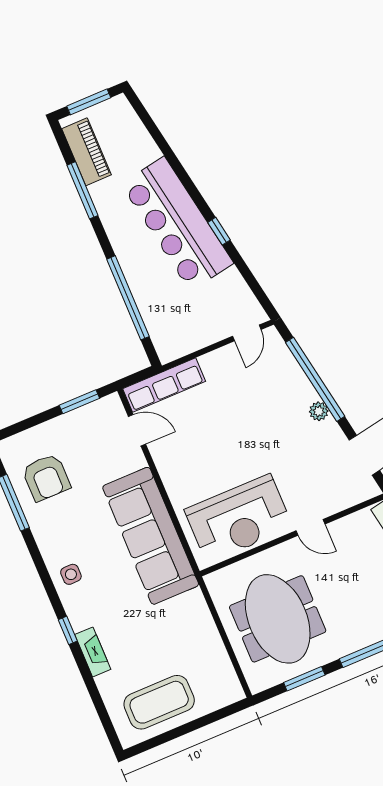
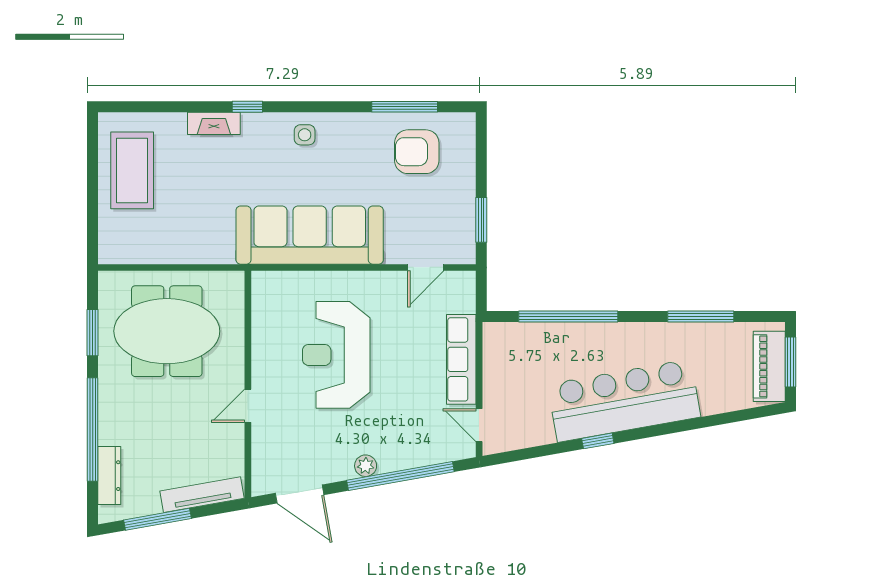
piano: (86, 152) -> (769, 366), moved, turned 90
row of seats: (164, 385) -> (461, 359), moved
reception desk: (239, 518) -> (336, 355), moved

